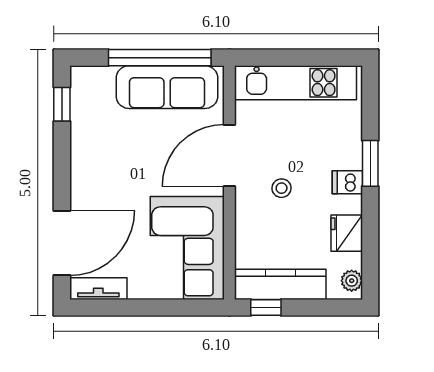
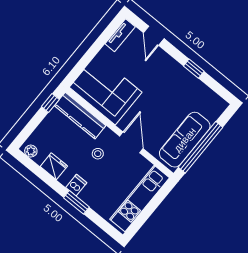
window: (62, 104) -> (194, 69), moved
door: (229, 155) -> (131, 142), width x0.73
door: (62, 243) -> (154, 36), width x0.53
kitchen counter: (280, 284) -> (80, 116), moved, turned 90

